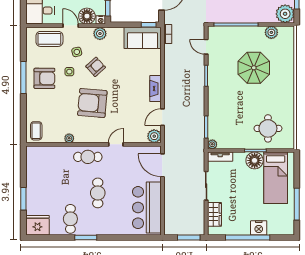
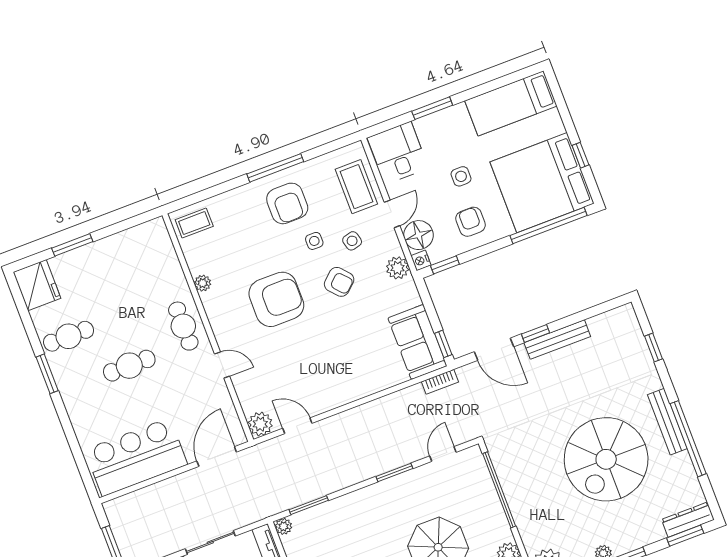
fireplace: (155, 89) -> (341, 396), removed
armchair: (92, 103) -> (276, 299), turned 85

